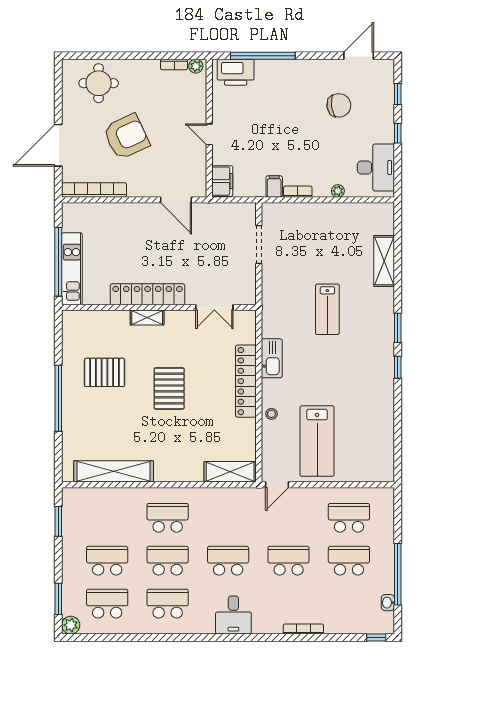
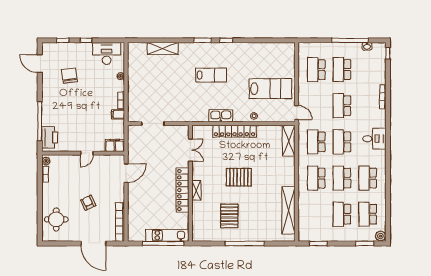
armchair: (126, 137) -> (88, 203), width x0.53, depth x0.53
lab bench: (327, 309) -> (211, 75), moved
school desk: (228, 518) -> (316, 142), added

